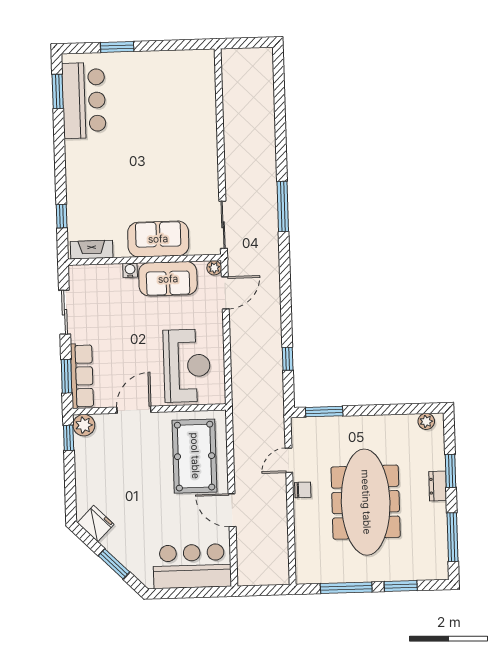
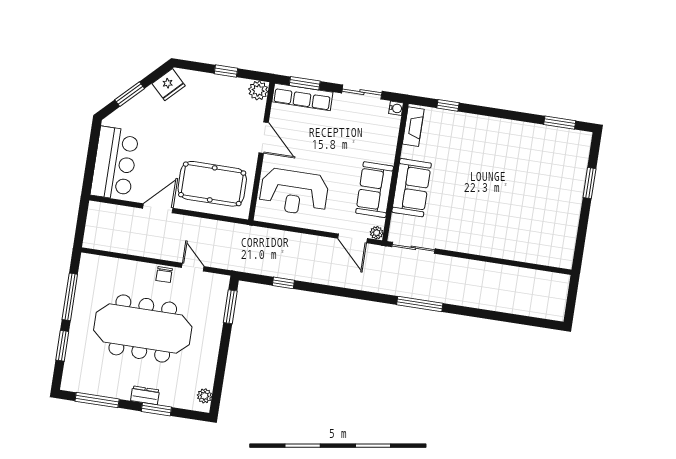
bar counter: (84, 100) -> (547, 145), removed
water cooler: (130, 270) -> (396, 108), moved
window: (69, 438) -> (226, 71), moved

